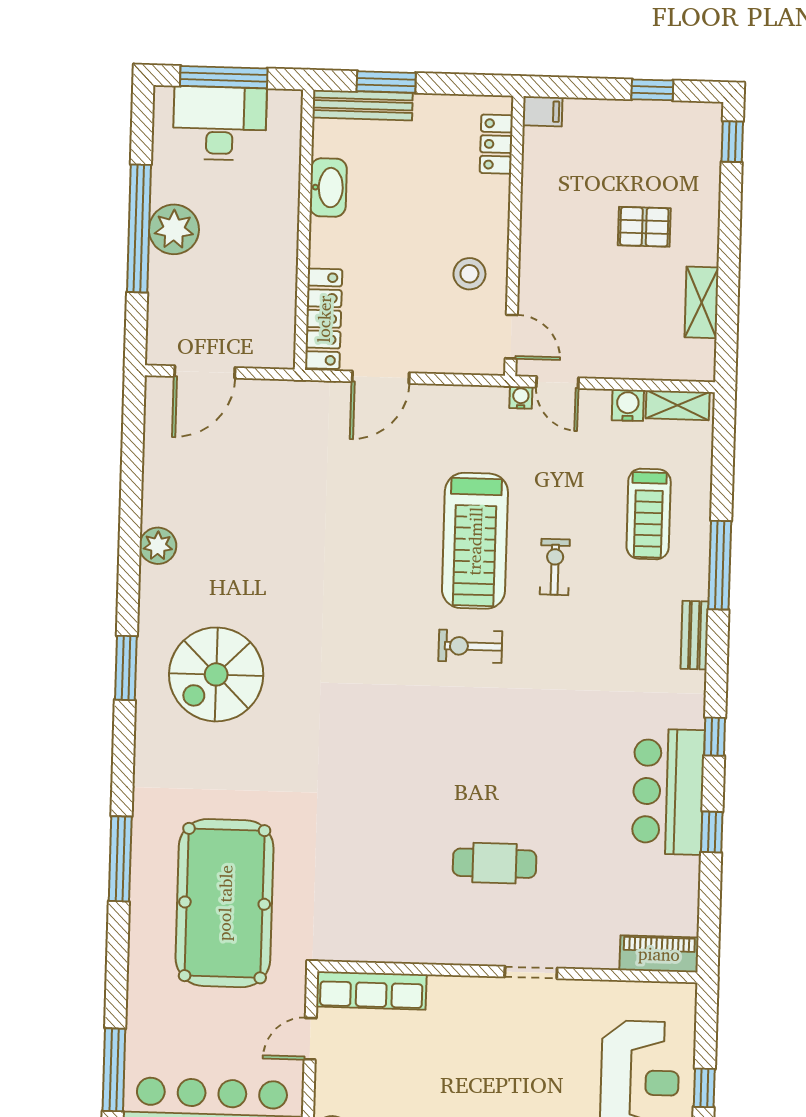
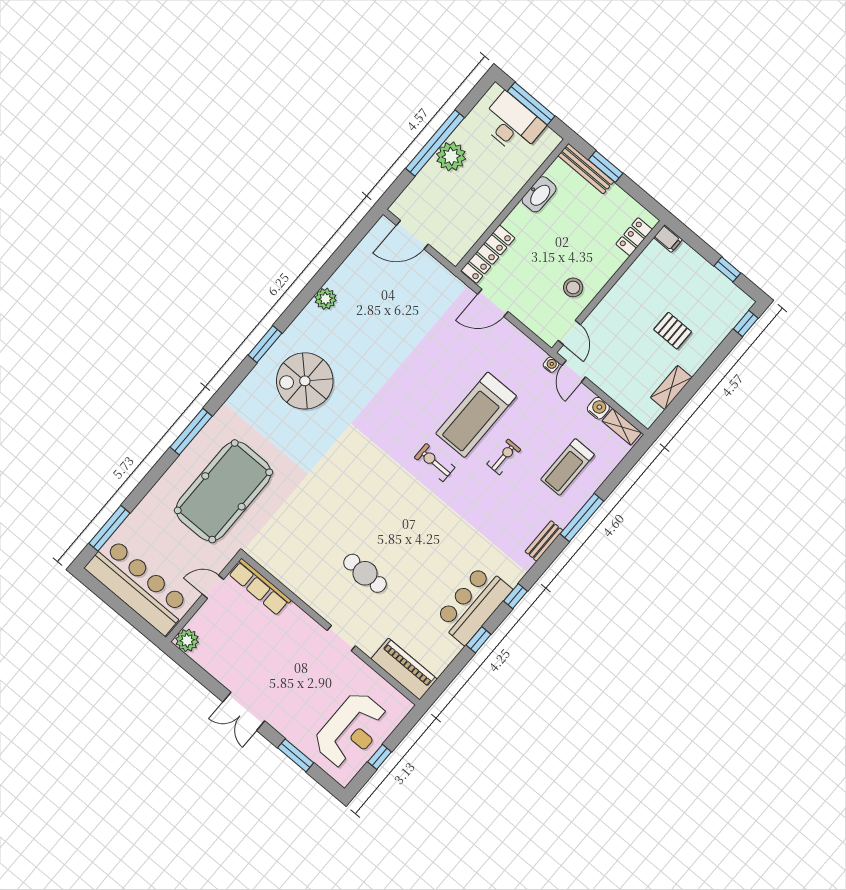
piano: (659, 954) -> (404, 669), width x1.37, depth x1.33

